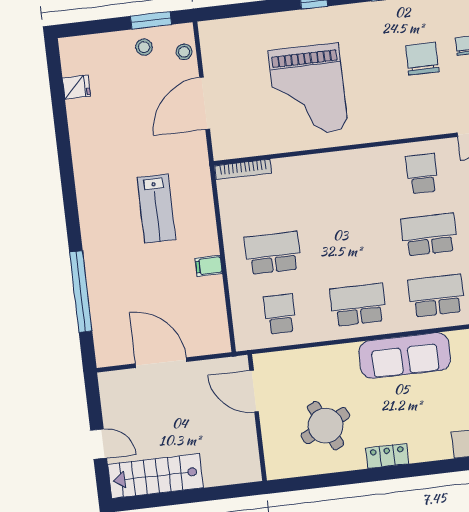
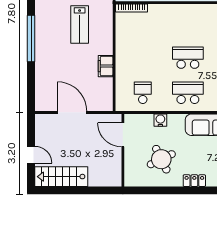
school desk: (273, 253) -> (188, 58), moved
filing cabinet: (209, 266) -> (106, 66), width x2.00
window: (81, 292) -> (31, 38), moved
water cooler: (316, 358) -> (160, 120), added

